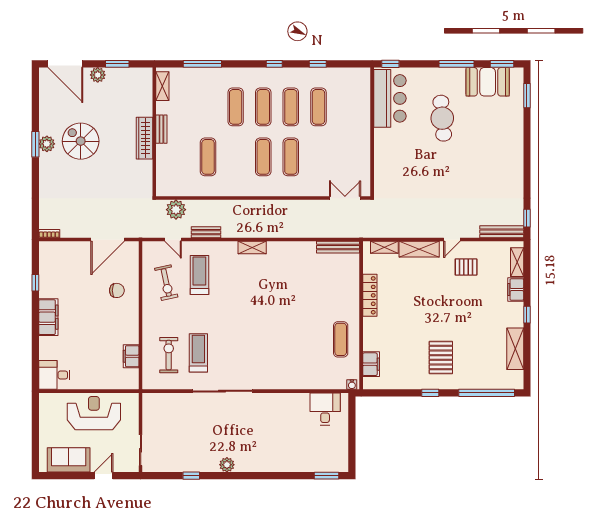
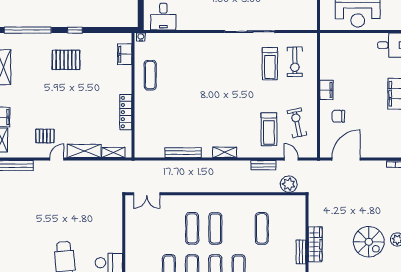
bench: (338, 247) -> (183, 153), moved
filing cabinet: (131, 356) -> (326, 90), moved
pallet: (441, 358) -> (66, 60), turned 90

